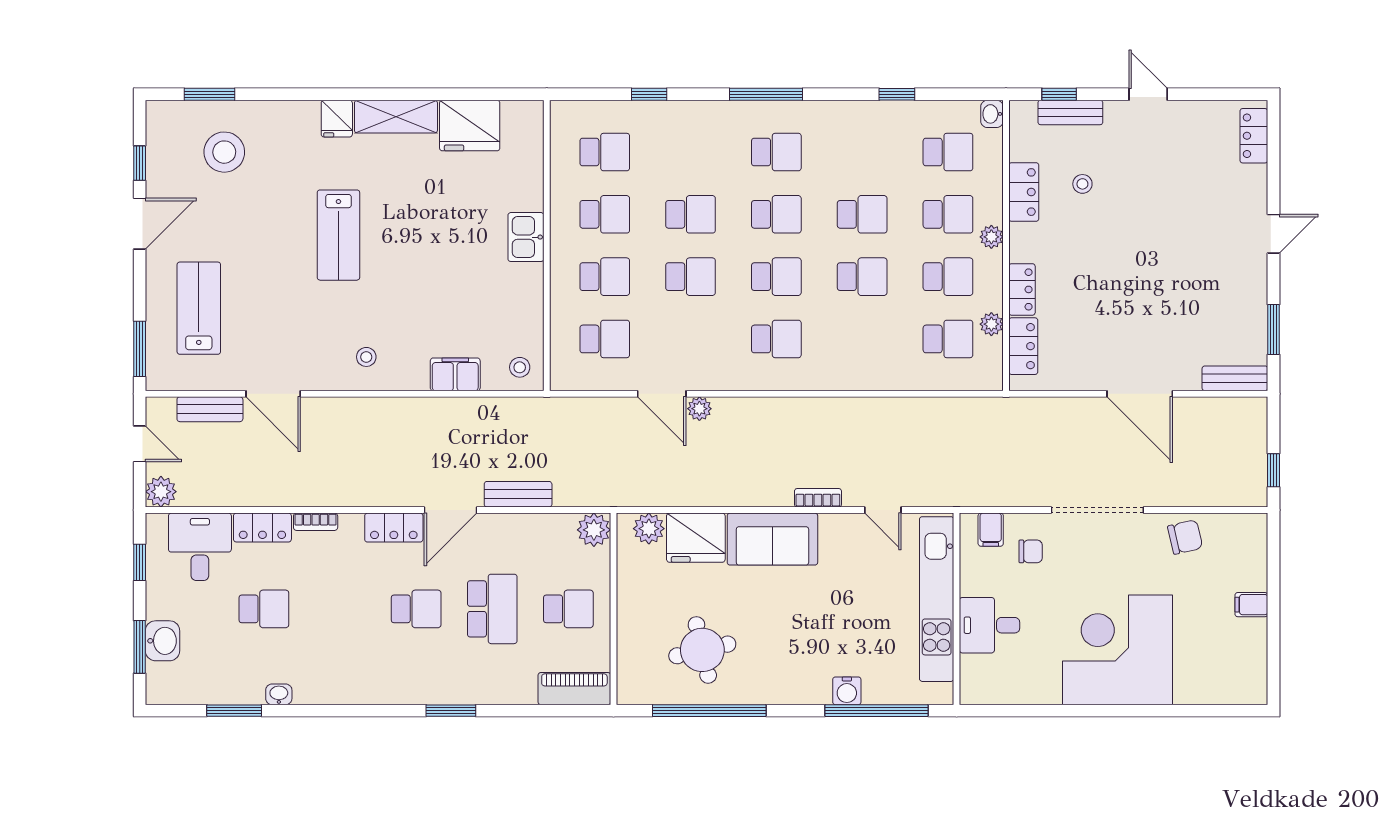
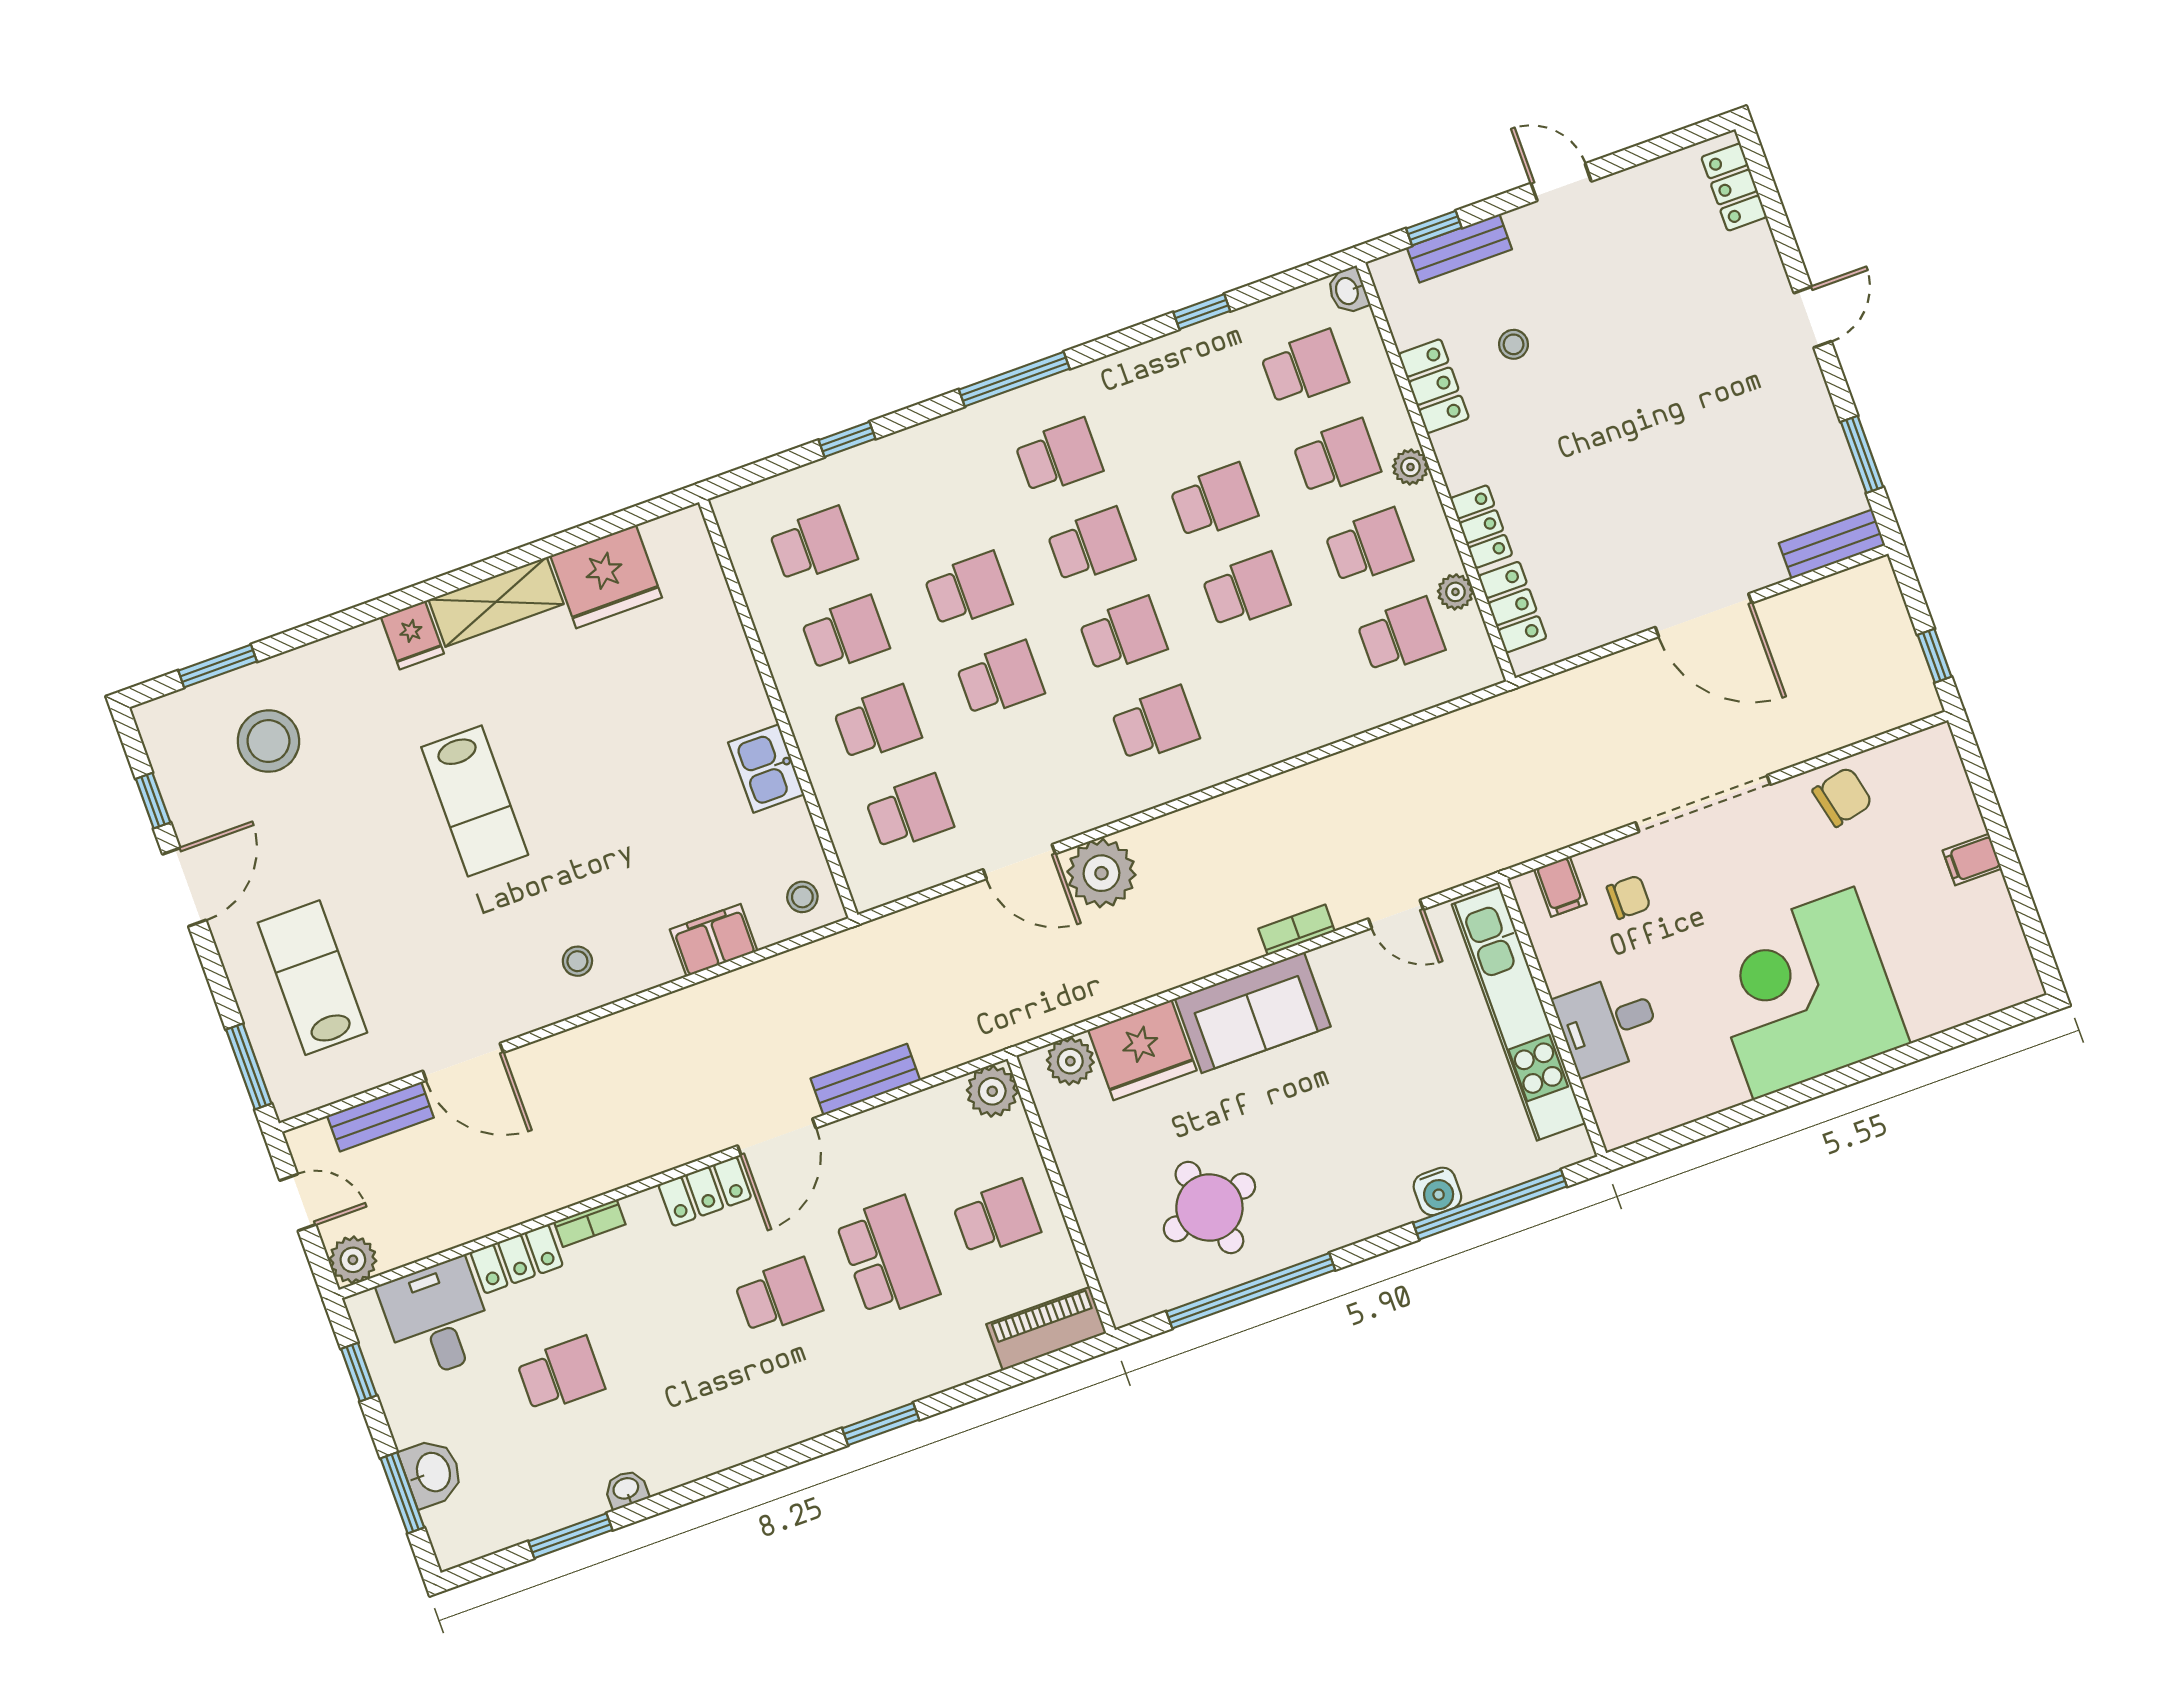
kitchen sink: (526, 237) -> (766, 768), moved
plant: (699, 409) -> (1101, 873), width x1.88, depth x1.88

